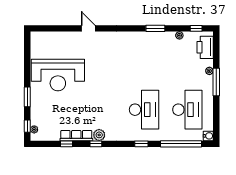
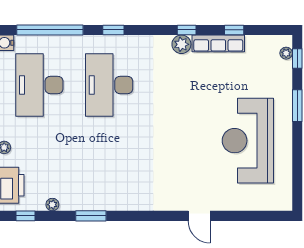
reception desk: (58, 75) -> (248, 141), turned -90

